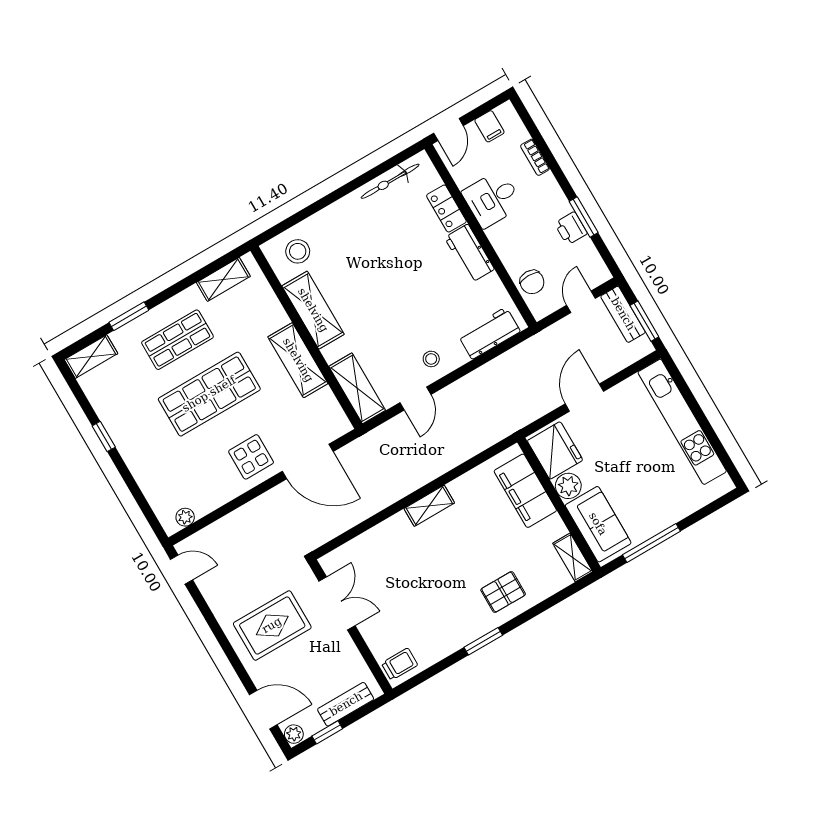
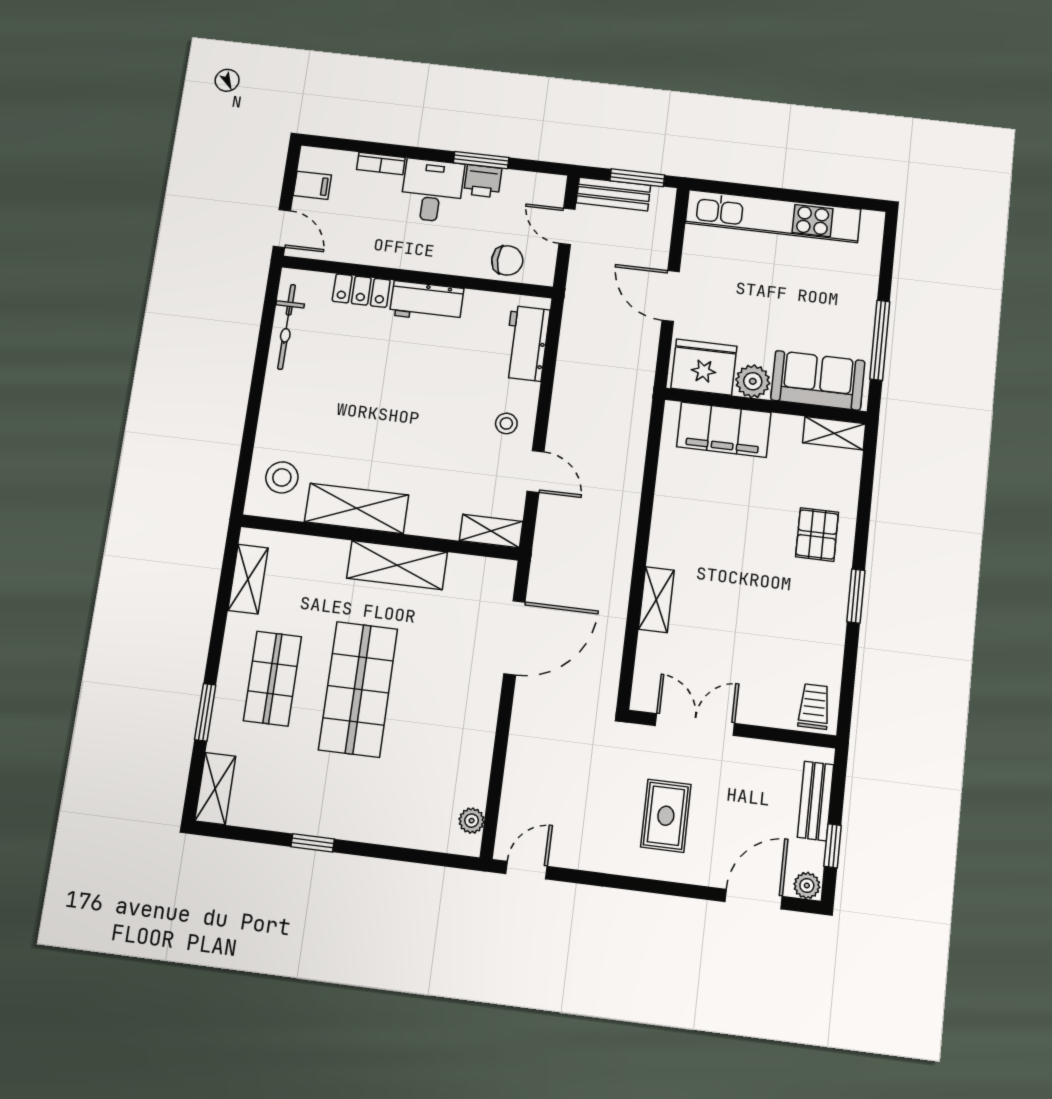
desk: (492, 199) -> (432, 191), moved, turned 180
shelving: (357, 388) -> (491, 531), width x0.67, depth x0.75
display table: (251, 457) -> (462, 696), removed
shelving: (429, 506) -> (656, 600), moved
rug: (272, 625) -> (666, 816), width x0.73, depth x0.70

